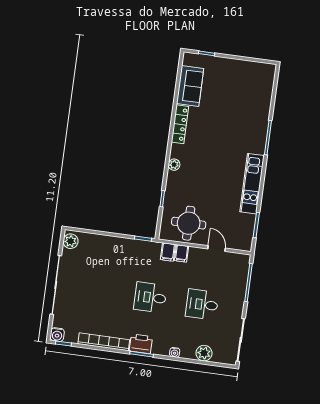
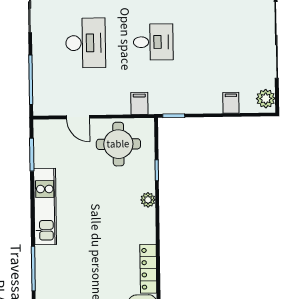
plant: (174, 165) -> (148, 200), moved
filing cabinet: (181, 253) -> (231, 103), moved
desk: (202, 304) -> (86, 43), width x1.37

